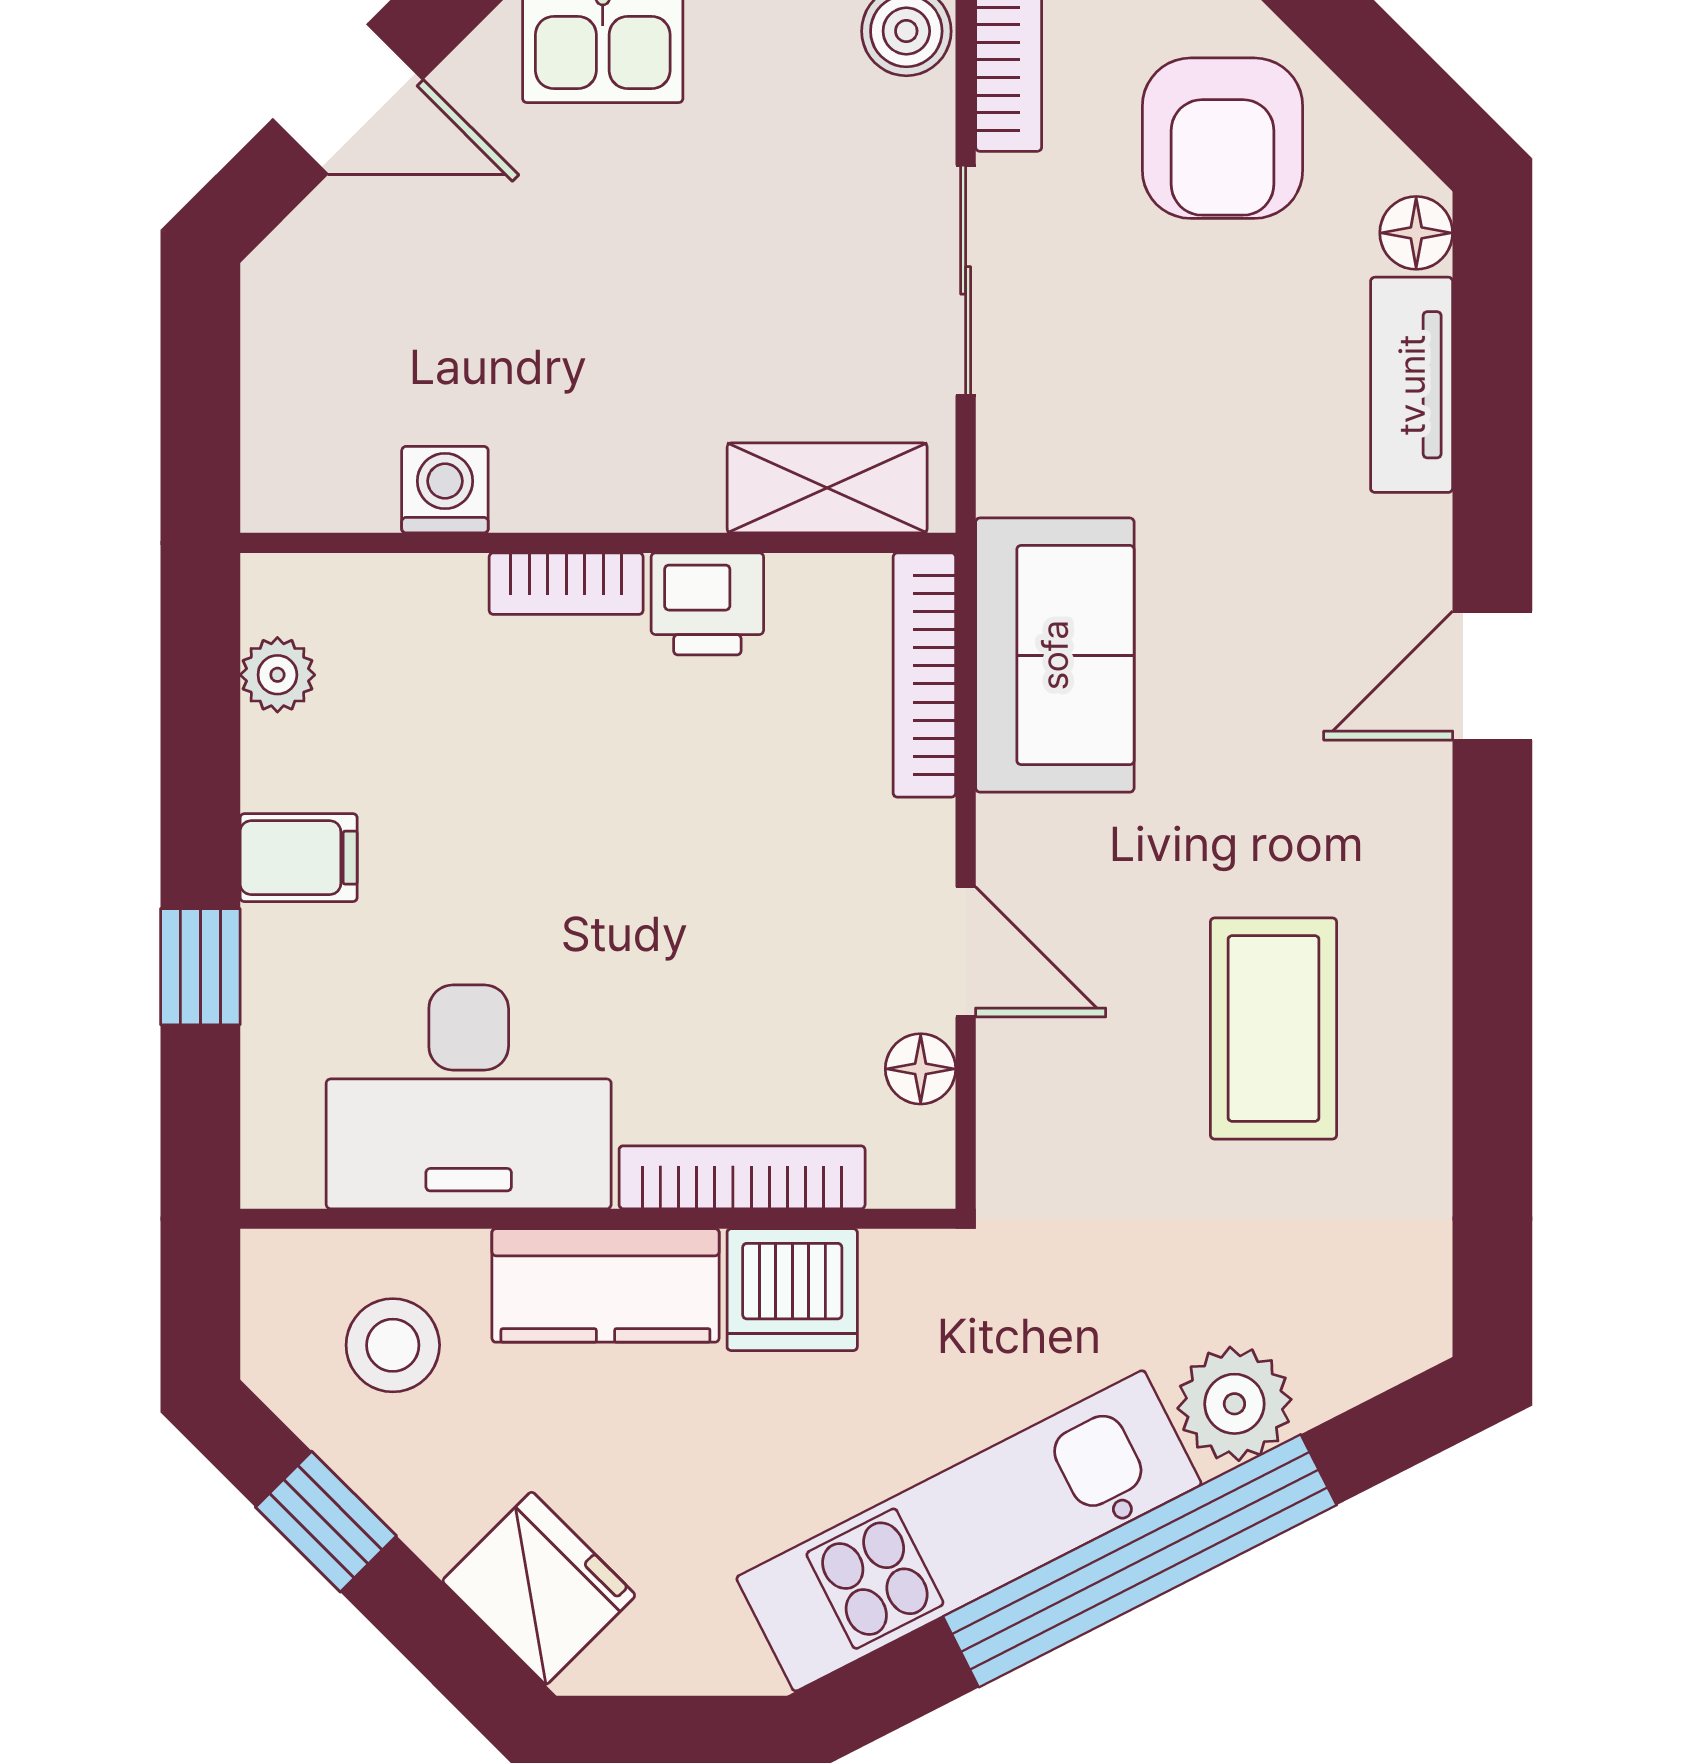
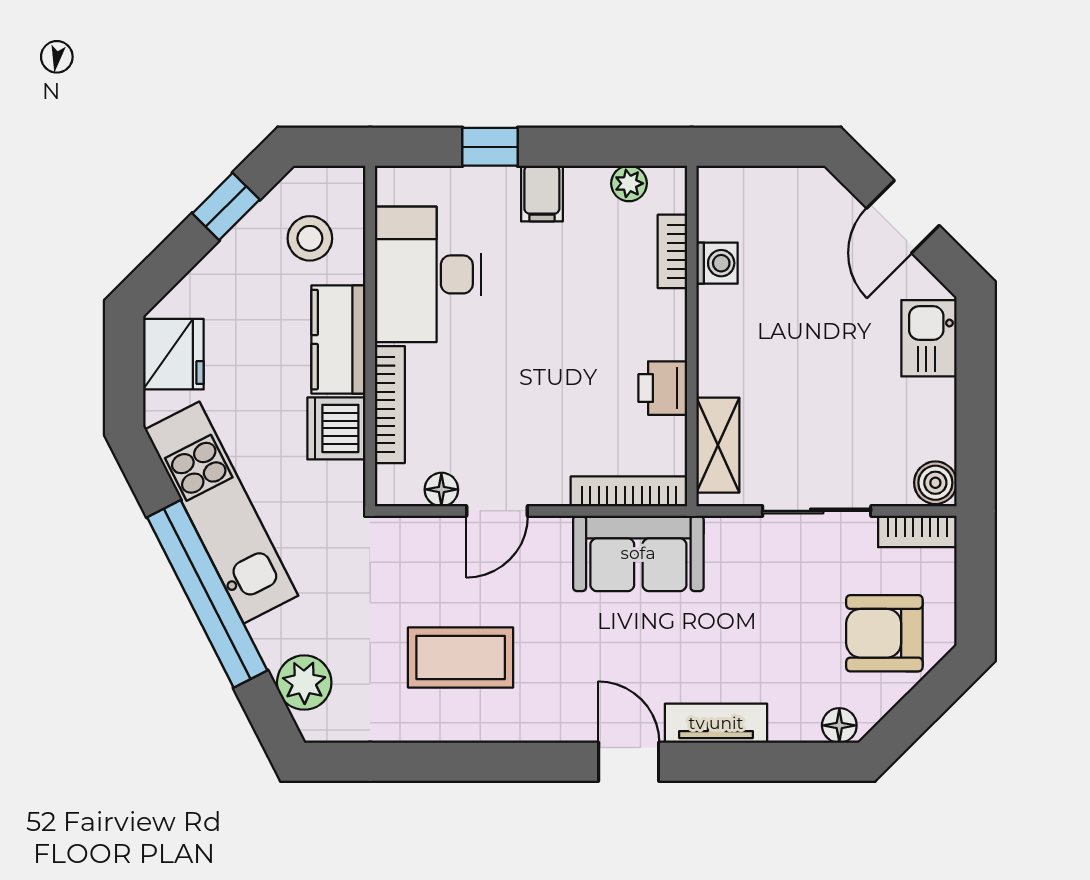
tv unit: (1412, 385) -> (716, 723), moved
bookcase: (566, 584) -> (672, 251), moved
plant: (1234, 1404) -> (304, 683), moved
fridge: (539, 1588) -> (173, 354), moved, turned -45

